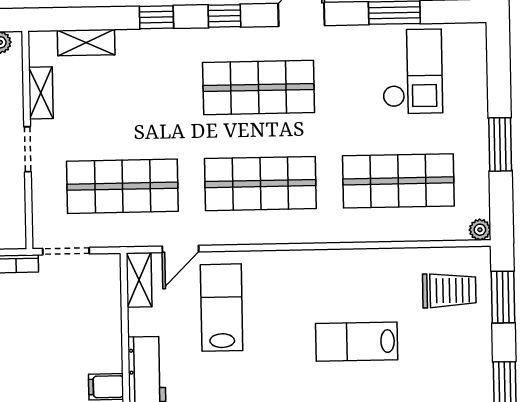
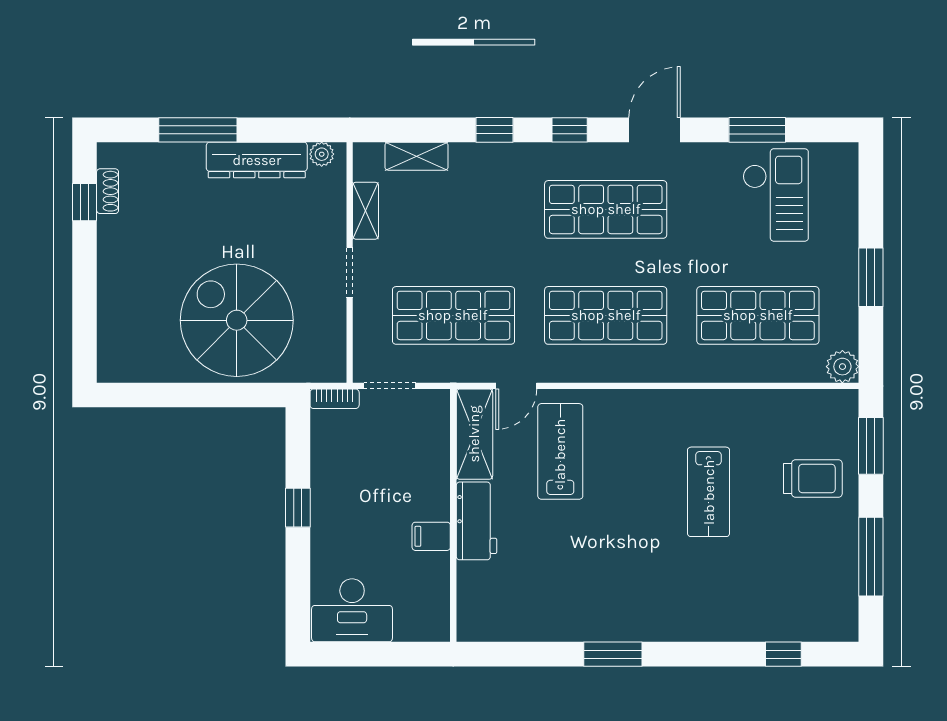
plant: (480, 230) -> (842, 367), width x1.38, depth x1.38
shelving: (139, 280) -> (474, 434), width x1.50, depth x1.33
trolley: (449, 290) -> (813, 479), moved
lab bench: (357, 342) -> (709, 492), turned -90

